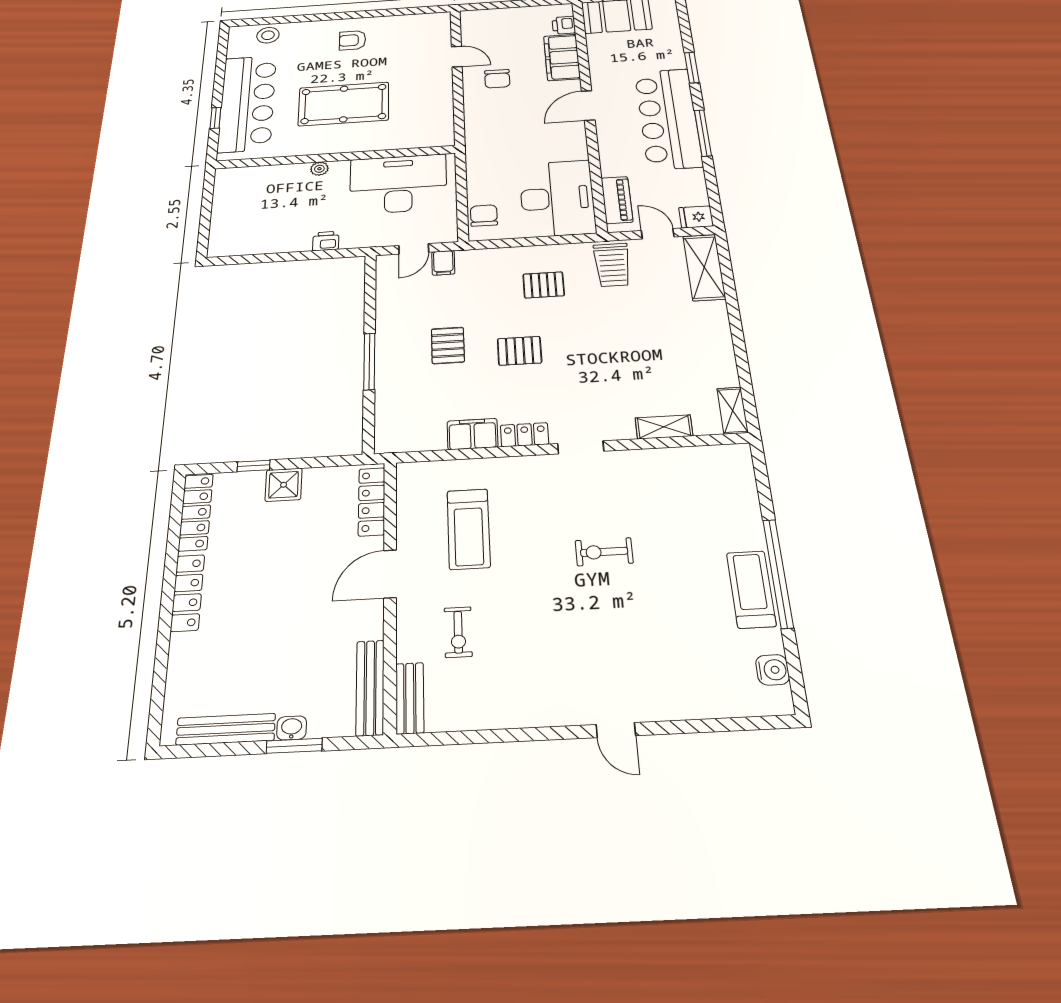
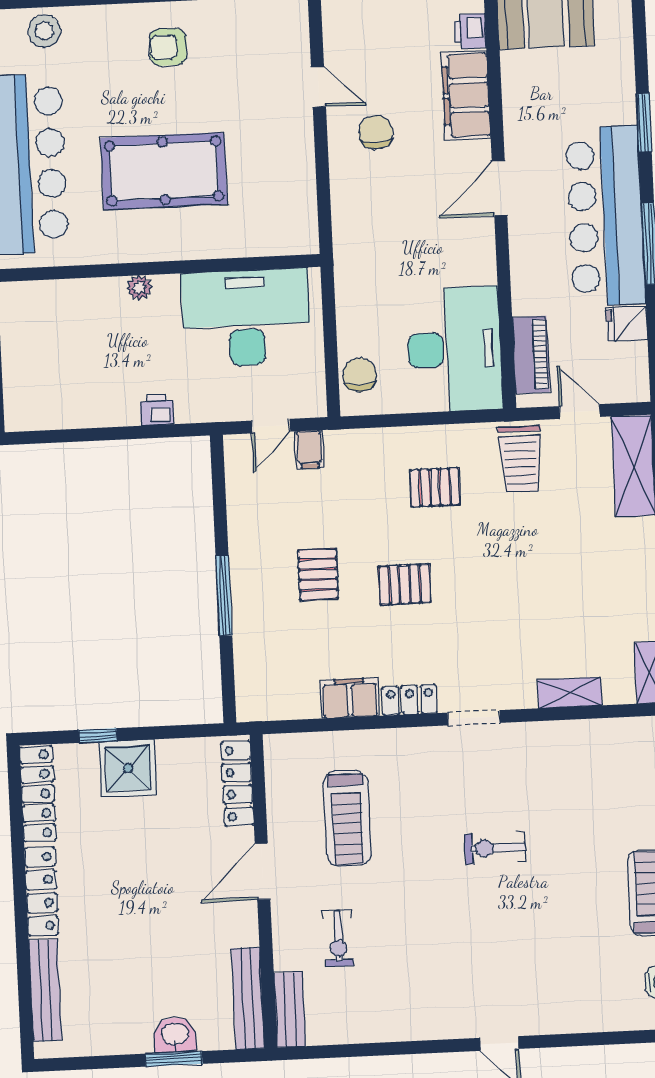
chair: (497, 79) -> (376, 132), turned 180
fridge: (696, 217) -> (627, 324), moved
shower: (284, 485) -> (128, 768), width x1.36, depth x1.36
washbasin: (292, 728) -> (175, 1035), width x1.38, depth x1.45
bench: (226, 729) -> (45, 990), moved, turned 90

